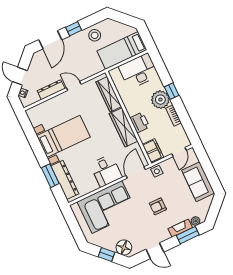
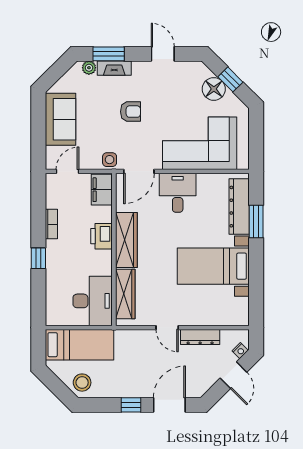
stool: (95, 35) -> (82, 383), moved
desk: (139, 71) -> (93, 301), moved, turned -90
plant: (160, 100) -> (59, 254), removed
floor lamp: (124, 248) -> (214, 89), moved

